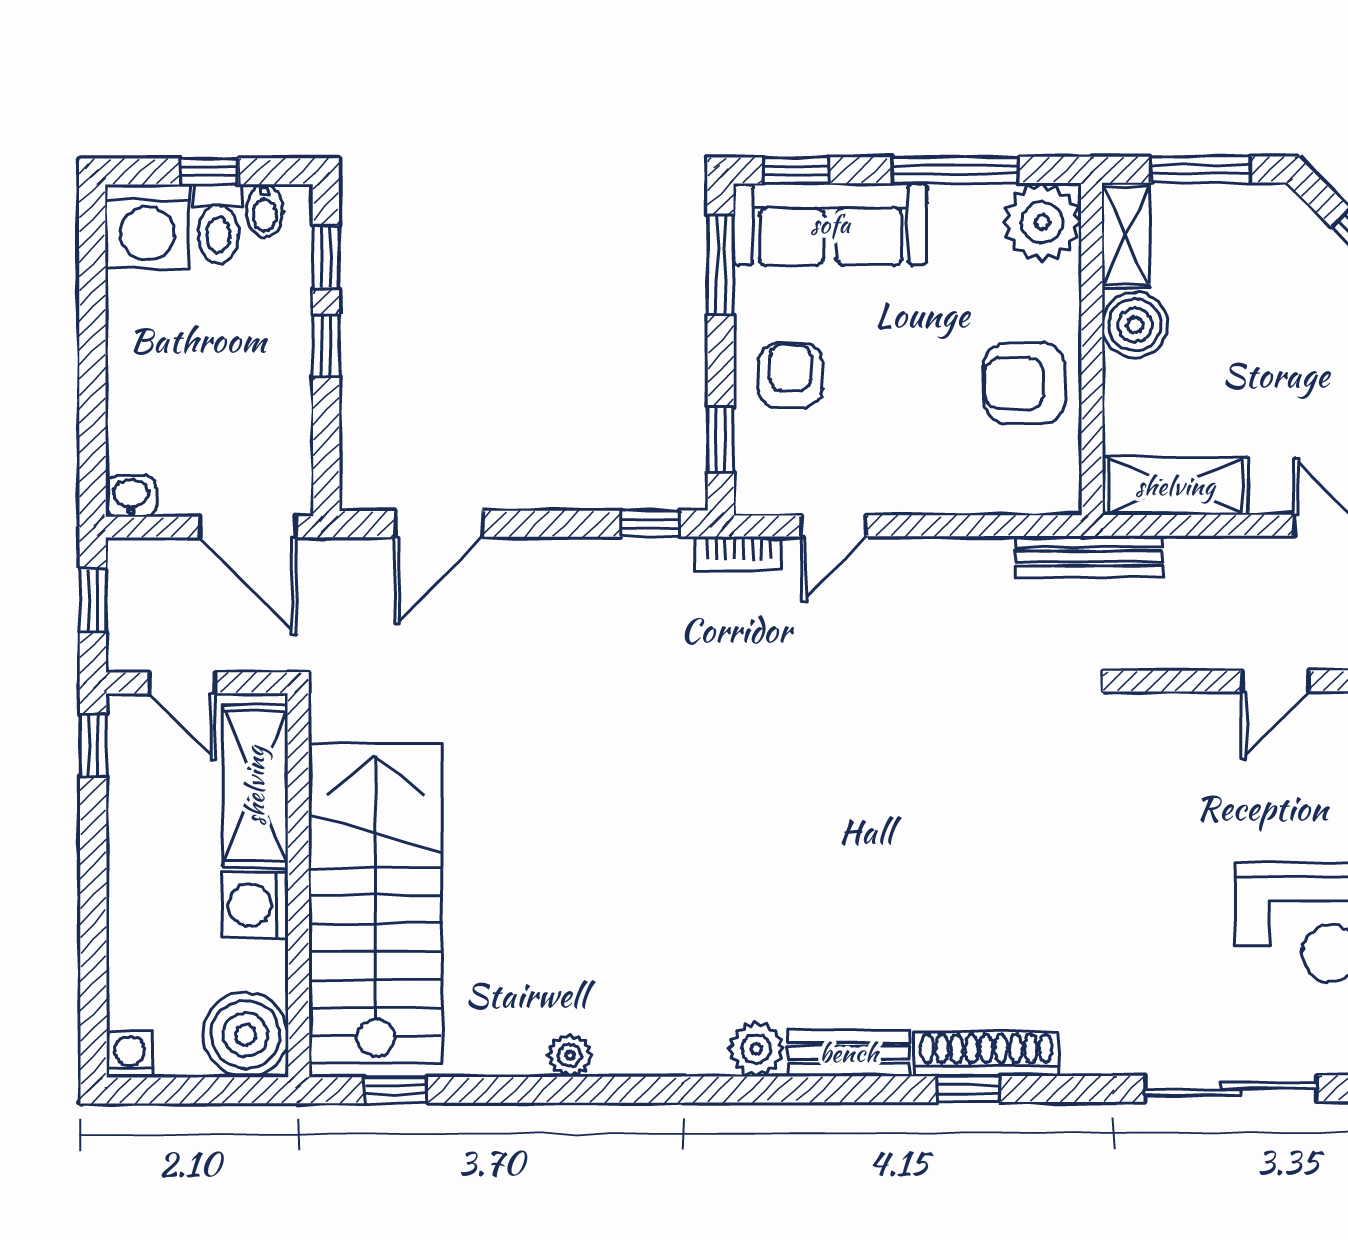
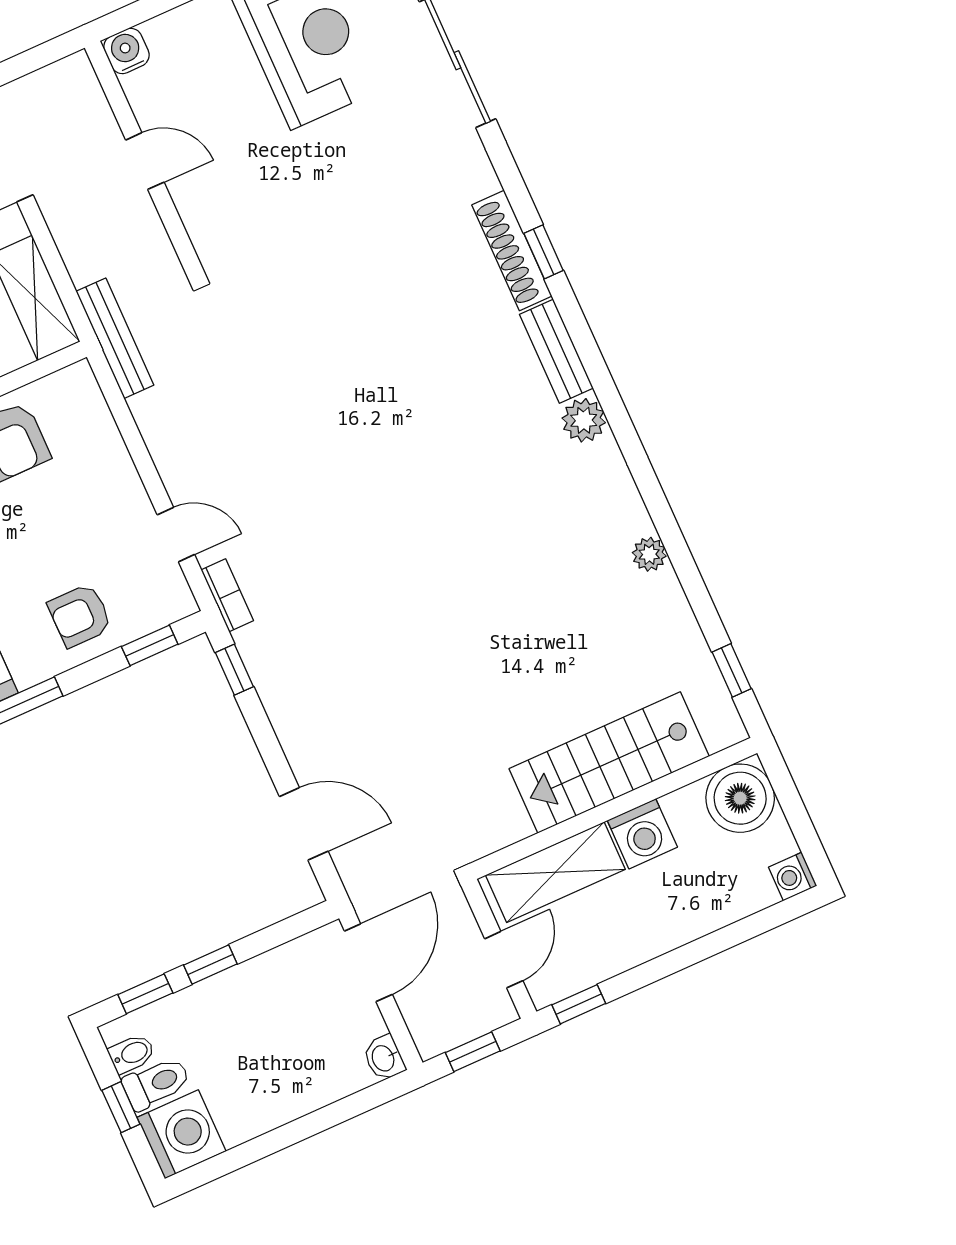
stairs: (375, 903) -> (609, 762), width x0.73, depth x0.66

